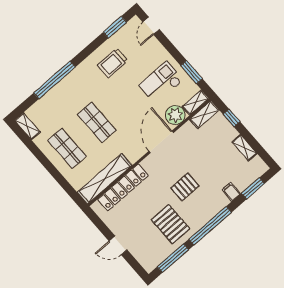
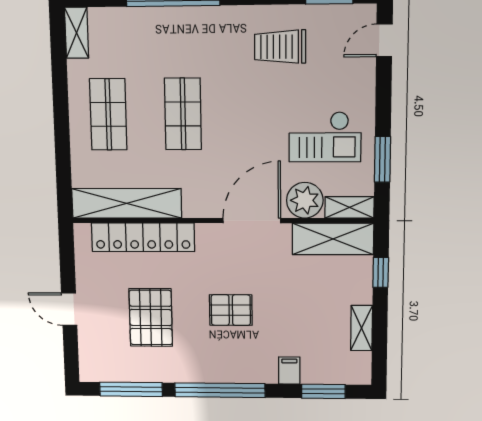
checkout: (161, 83) -> (325, 137), turned 180
shelving: (204, 115) -> (333, 239), width x1.50, depth x1.33
pallet: (171, 224) -> (151, 317), moved

